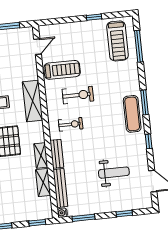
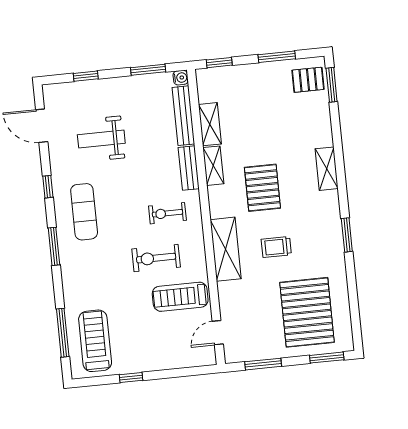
exercise mat: (132, 114) -> (84, 212), moved

